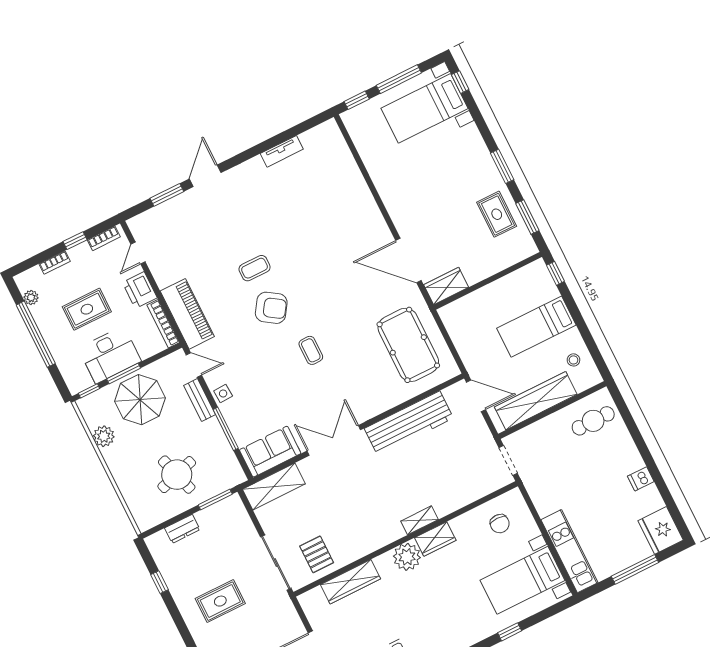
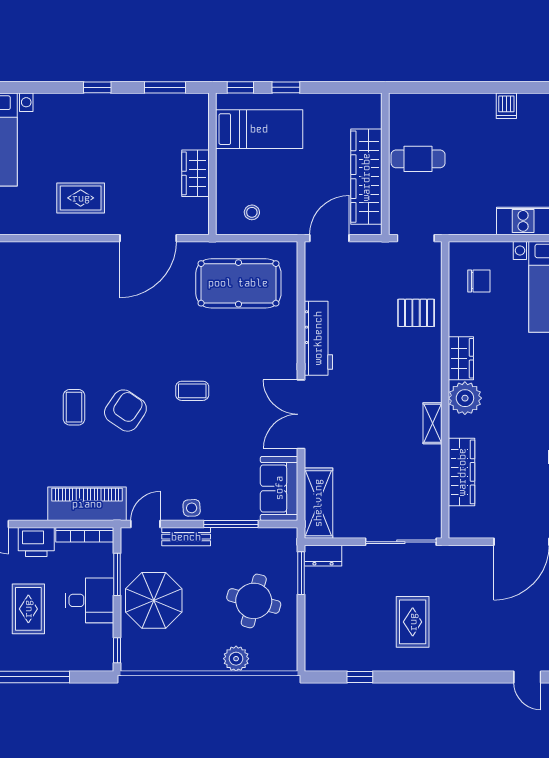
window: (502, 166) -> (97, 87), width x0.67
rug: (497, 214) -> (81, 198), moved
wardrobe: (446, 286) -> (195, 173), moved
window: (572, 307) -> (286, 87), added
bed: (536, 327) -> (259, 129), moved, turned -90
desk: (110, 355) -> (90, 600), width x0.73
stool: (573, 360) -> (252, 212), moved
window: (124, 374) -> (117, 574), moved
cafe table: (593, 421) -> (418, 159), moved, turned 90
workbench: (409, 423) -> (318, 338), width x0.73, depth x0.76
plant: (104, 436) -> (236, 659), moved
round table: (177, 475) -> (254, 601), turned 32
shelving: (420, 520) -> (432, 423), moved
dresser: (182, 529) -> (323, 556), moved, turned 90
pallet: (317, 554) -> (416, 313), moved

